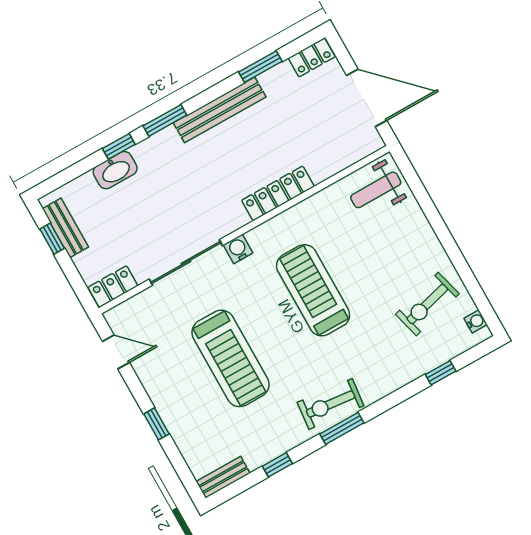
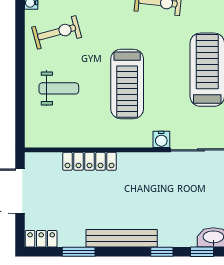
window: (165, 120) -> (162, 252), width x0.67
weight bench: (376, 190) -> (59, 88), moved
locker: (278, 193) -> (90, 161), moved

